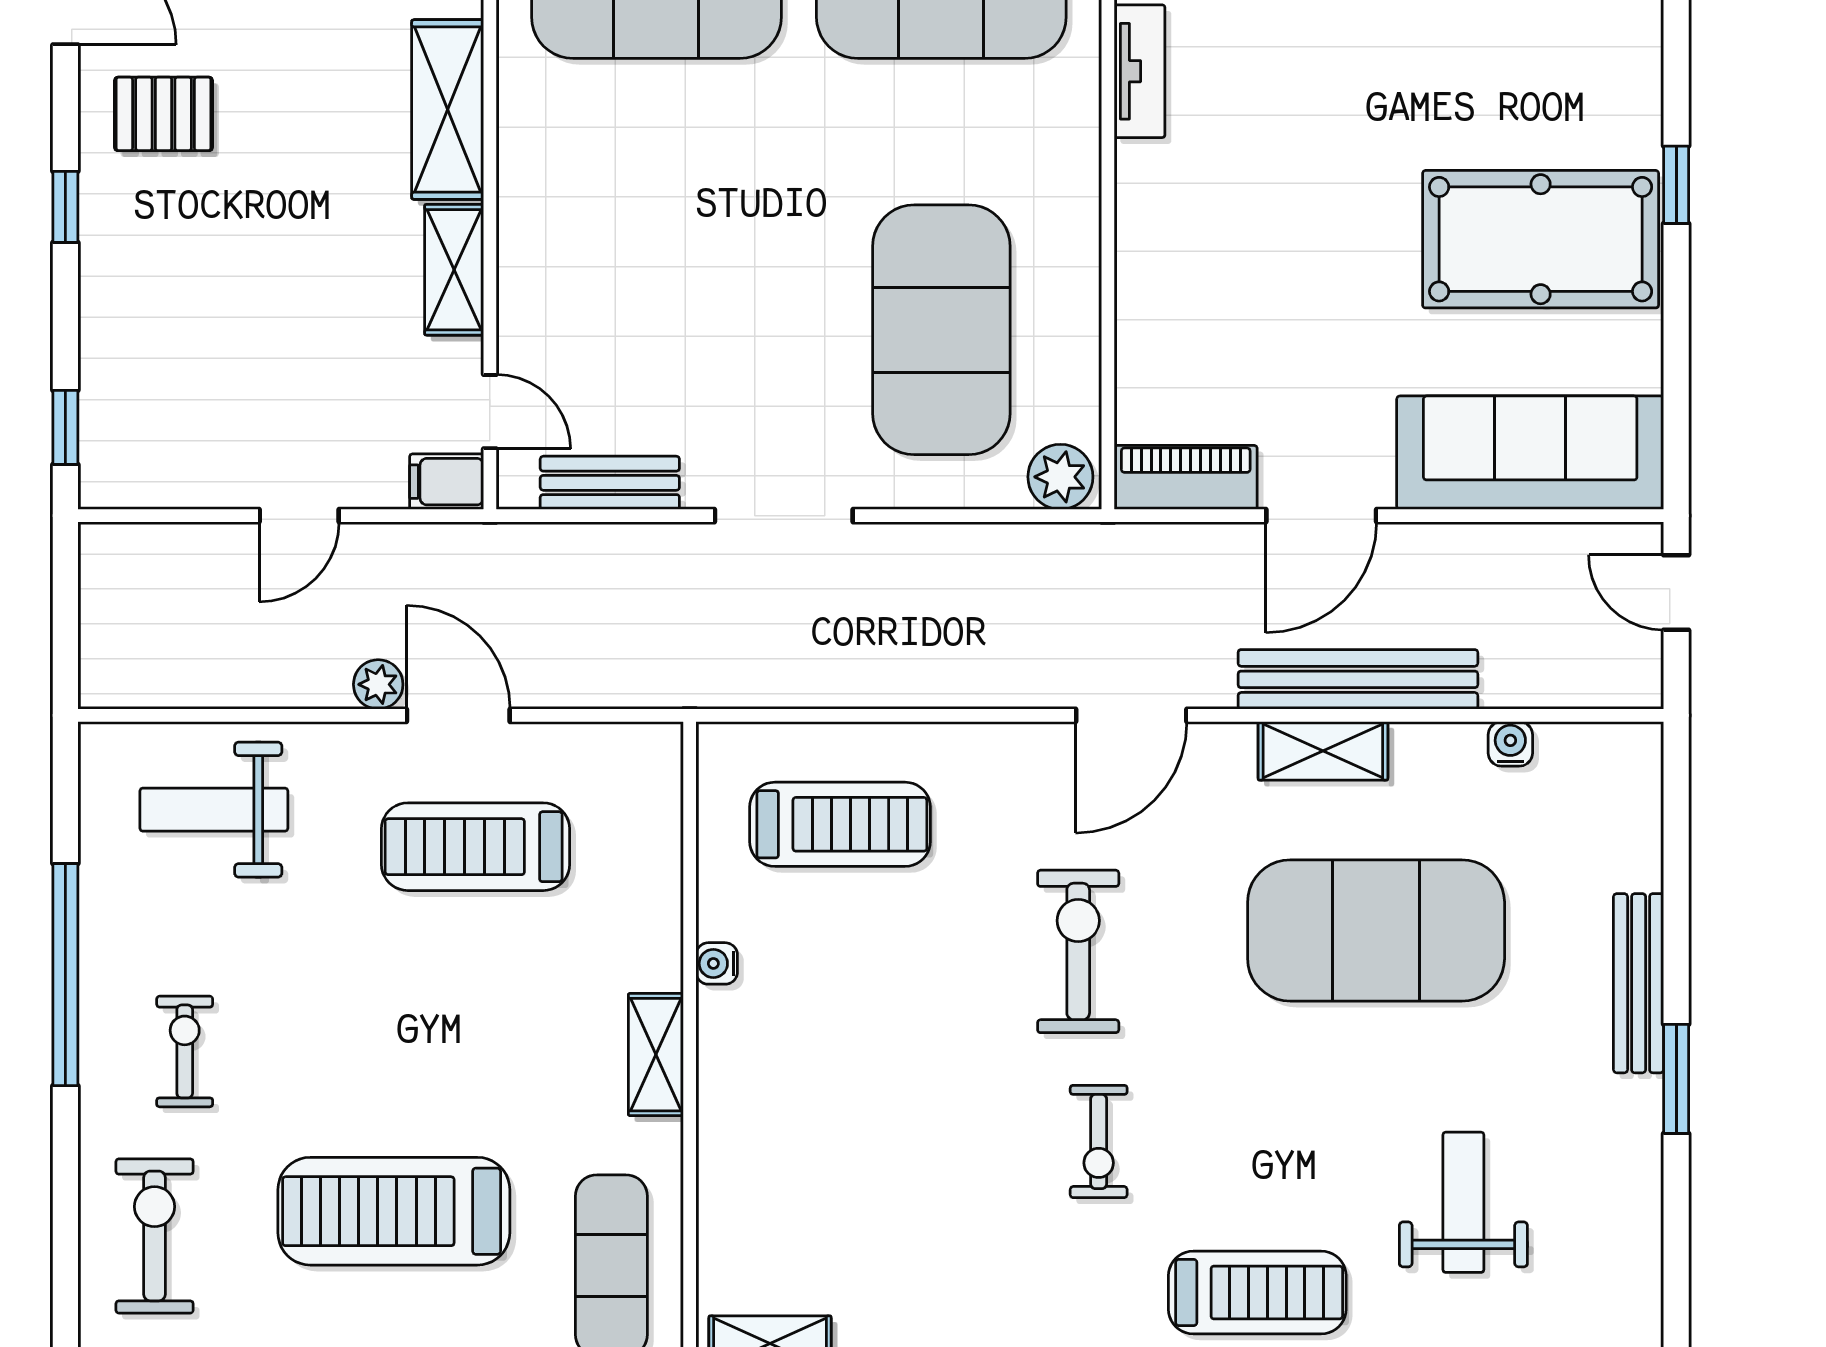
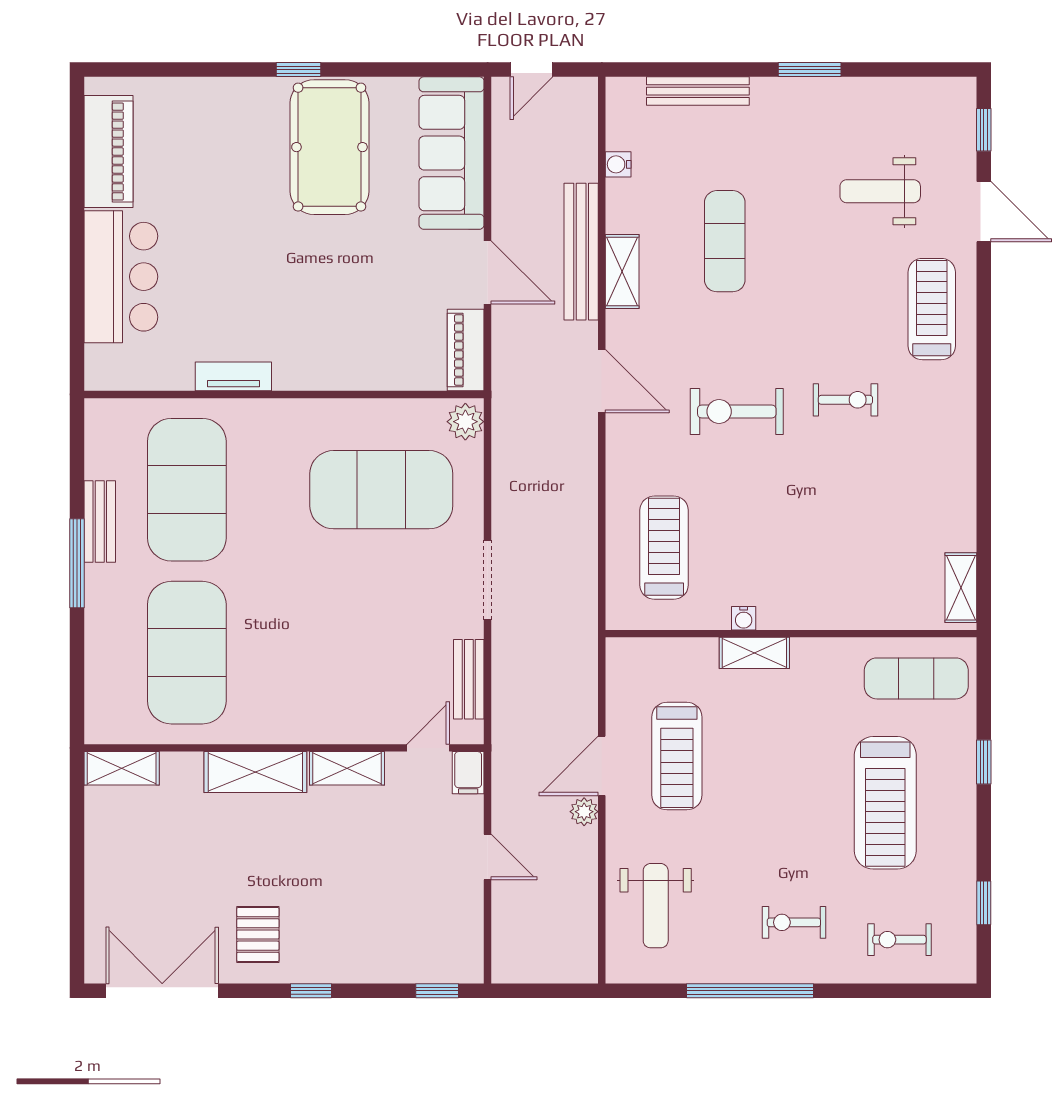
exercise mat: (1376, 930) -> (725, 241), width x0.50, depth x0.69
bench: (1639, 983) -> (698, 91), moved
shelving: (656, 1055) -> (754, 653), moved
exercise bike: (155, 1236) -> (899, 940), width x0.73, depth x0.72

